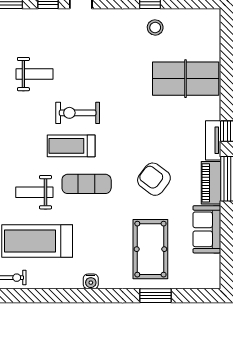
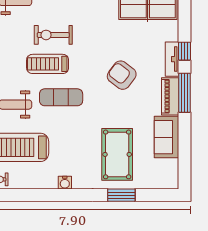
armchair: (154, 179) -> (122, 75), moved

